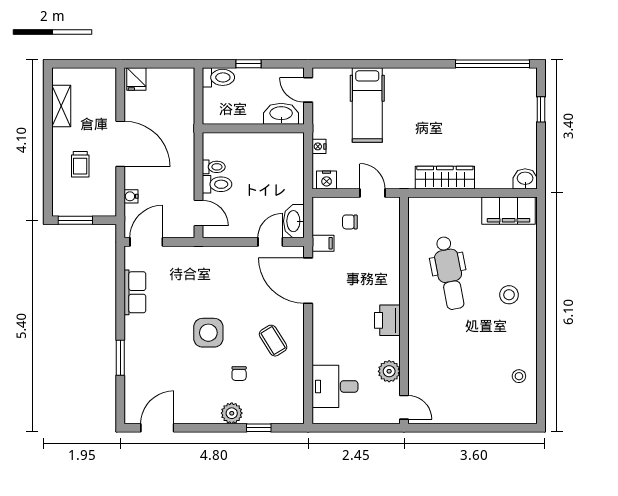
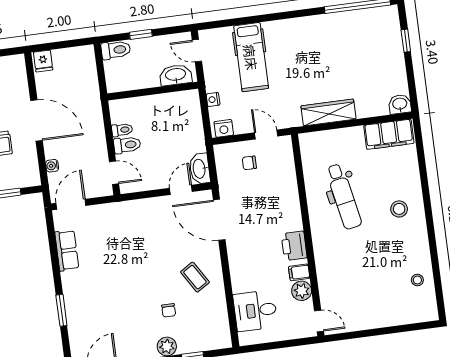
filing cabinet: (323, 243) -> (299, 272), moved, turned 180
side table: (208, 333) -> (137, 278), removed

